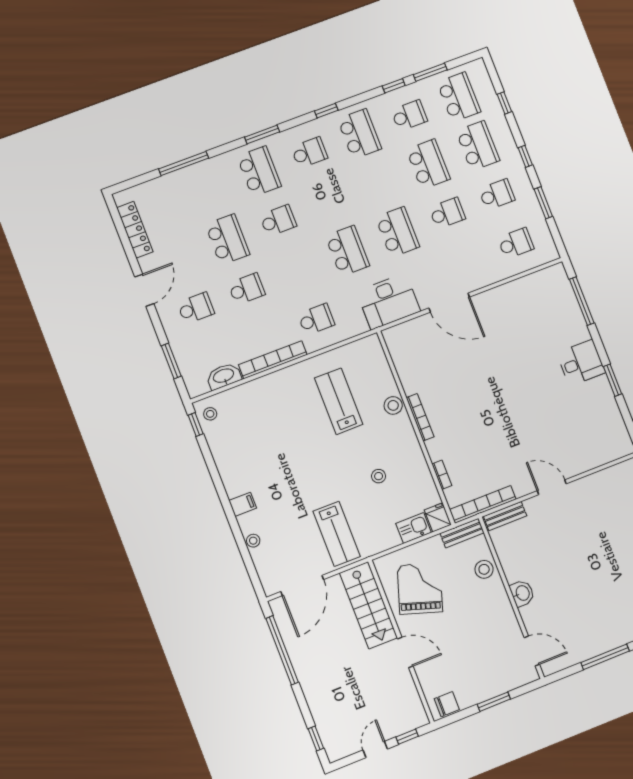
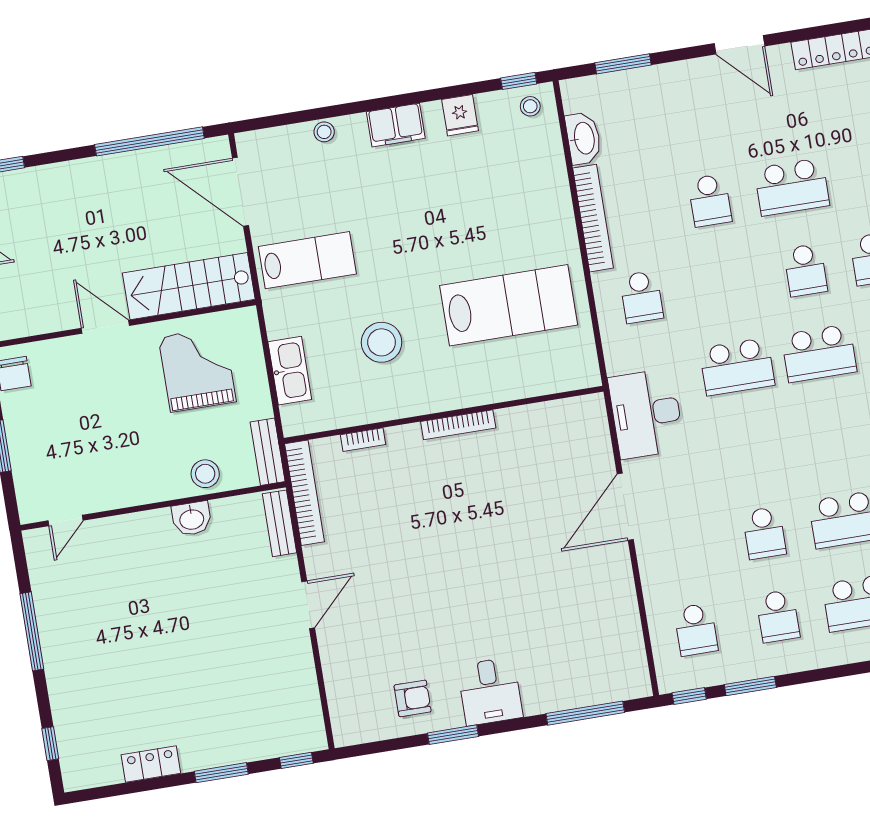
window: (525, 156) -> (689, 696), moved
school desk: (397, 232) -> (819, 353), moved
school desk: (196, 308) -> (696, 117), removed
lab bench: (339, 401) -> (509, 305), width x1.36, depth x1.39
stool: (393, 405) -> (485, 387), removed
armchair: (596, 410) -> (413, 698), added
stool: (379, 476) -> (382, 342), width x1.89, depth x1.89
filing cabinet: (243, 504) -> (396, 125), width x2.00
fridge: (438, 517) -> (460, 115), moved, turned 90
kitchen sink: (414, 528) -> (290, 371), width x1.38
lab bench: (337, 534) -> (307, 260), turned 180
grand piano: (420, 589) -> (197, 369), turned -108
washbasin: (522, 593) -> (192, 519), moved
door: (532, 651) -> (65, 521), width x0.73
door: (405, 652) -> (105, 327), swing flipped

